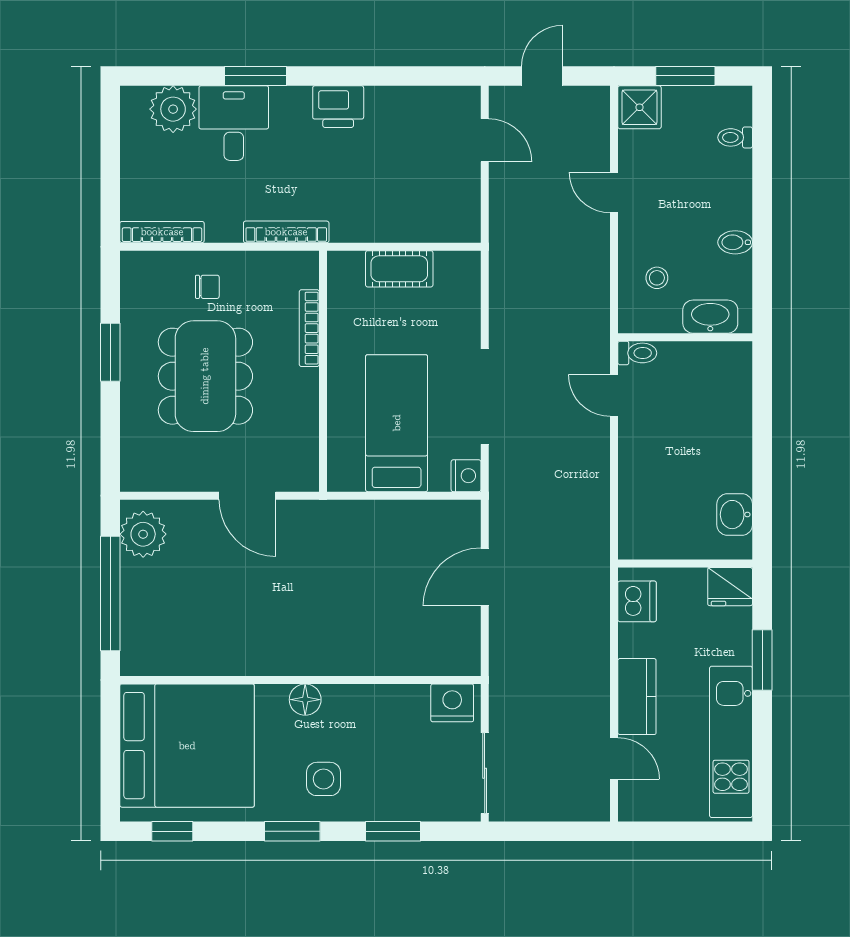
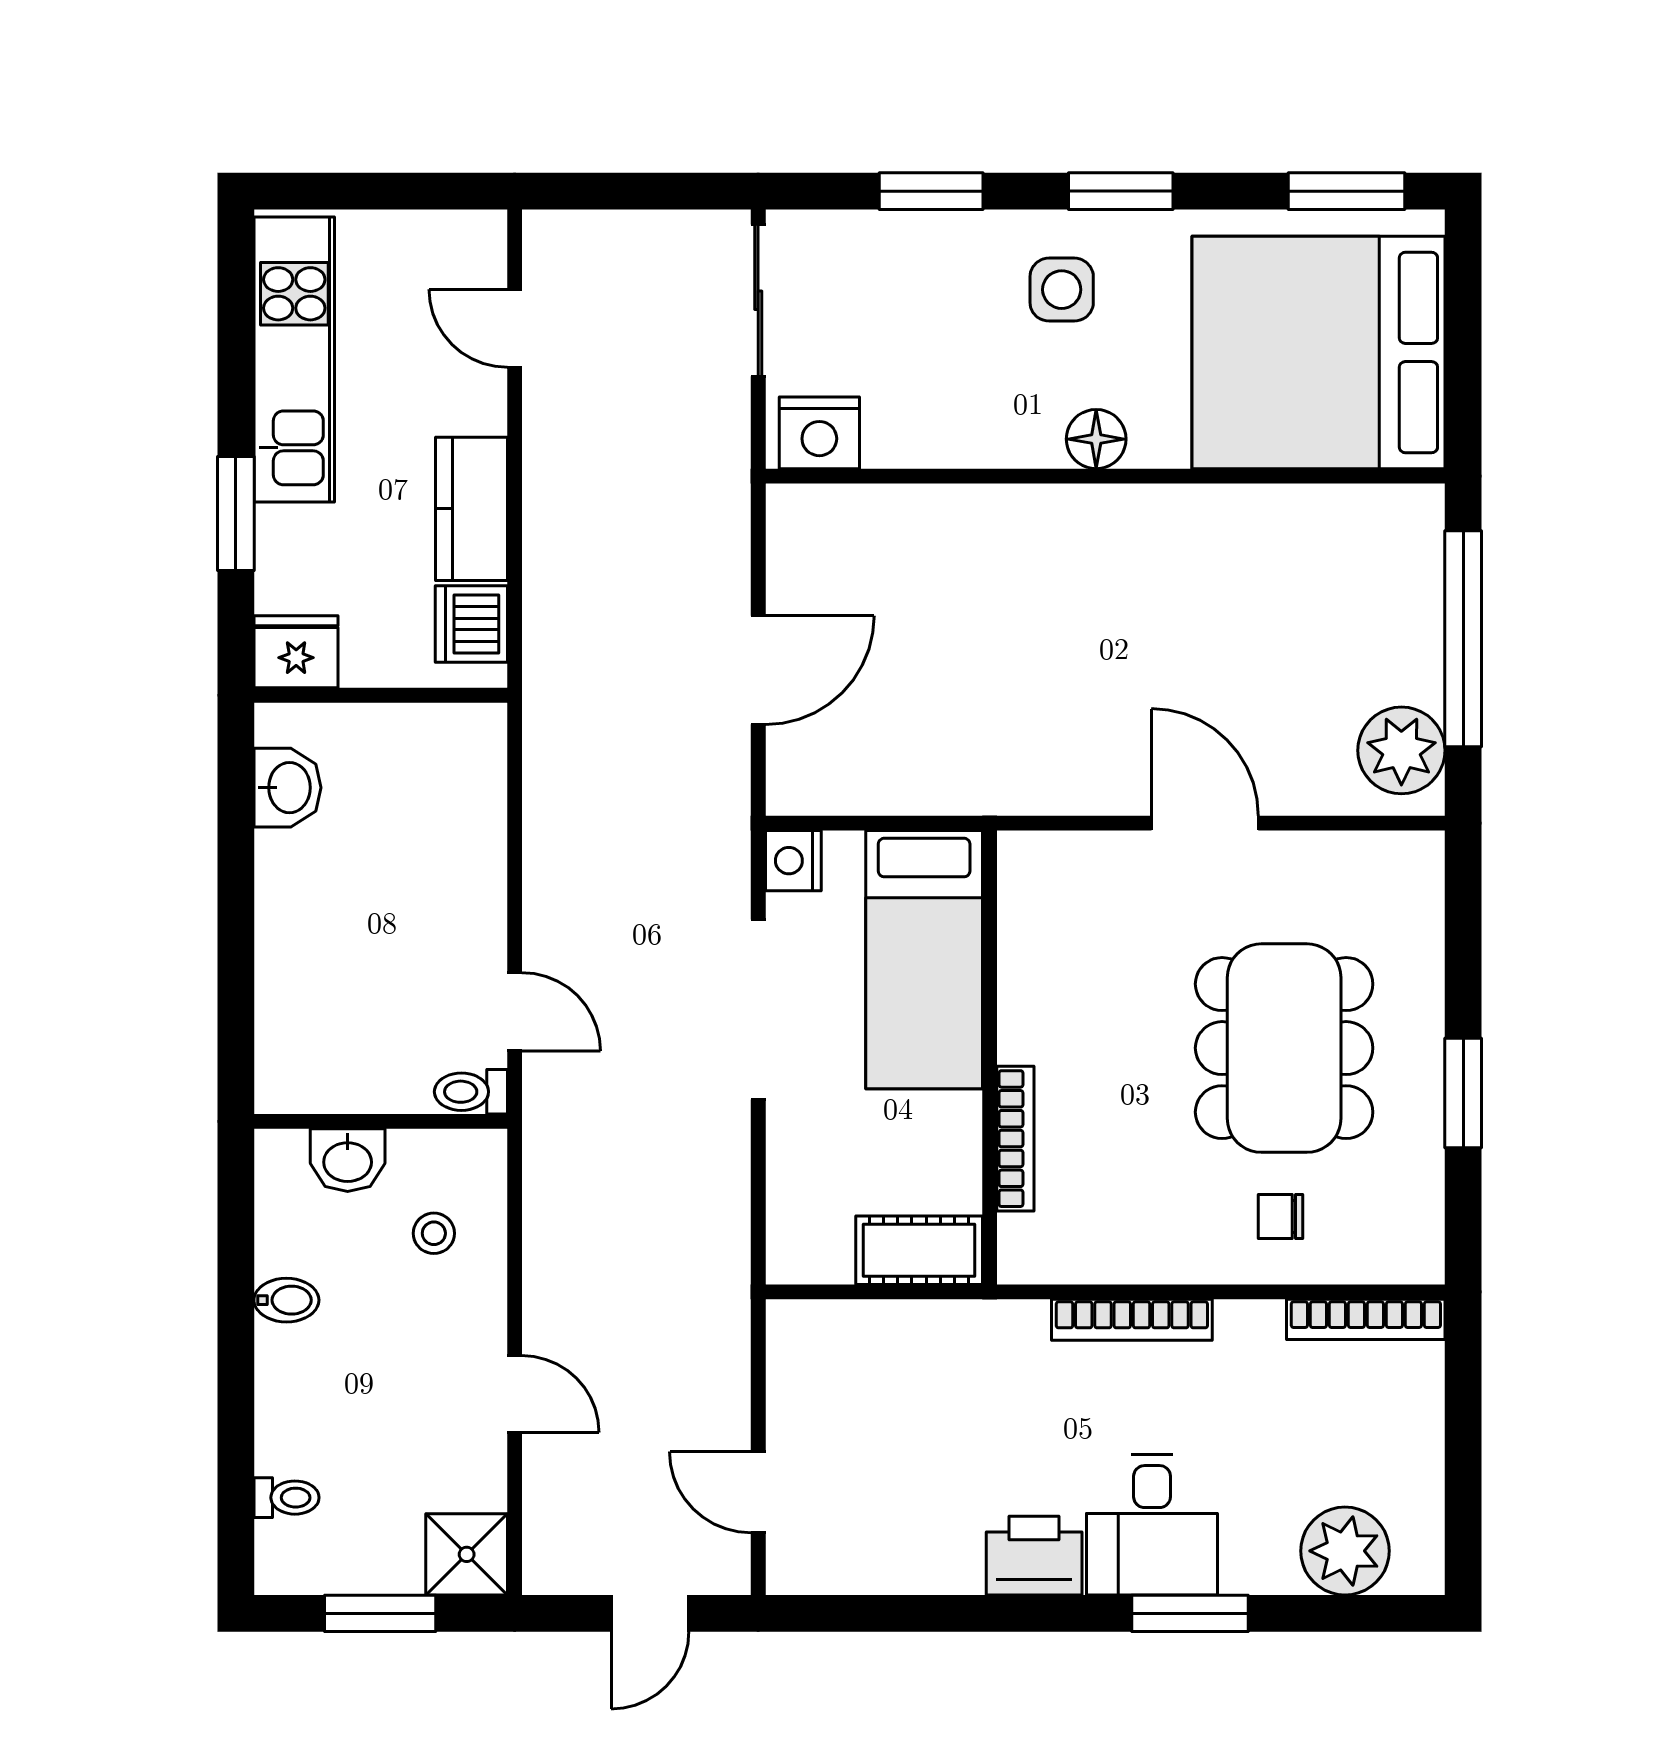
desk: (234, 123) -> (1152, 1525), moved
washbasin: (710, 317) -> (348, 1160), width x0.72
bookcase: (309, 328) -> (1015, 1139), moved
wall: (323, 371) -> (990, 1058), moved
kitchen counter: (637, 697) -> (471, 509), moved
window: (172, 831) -> (1347, 191), width x1.50

